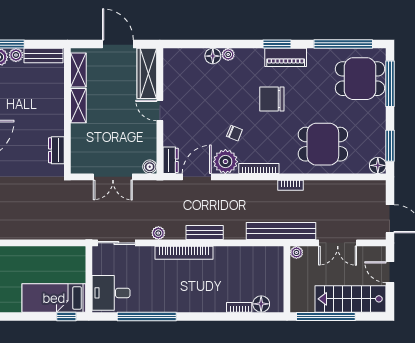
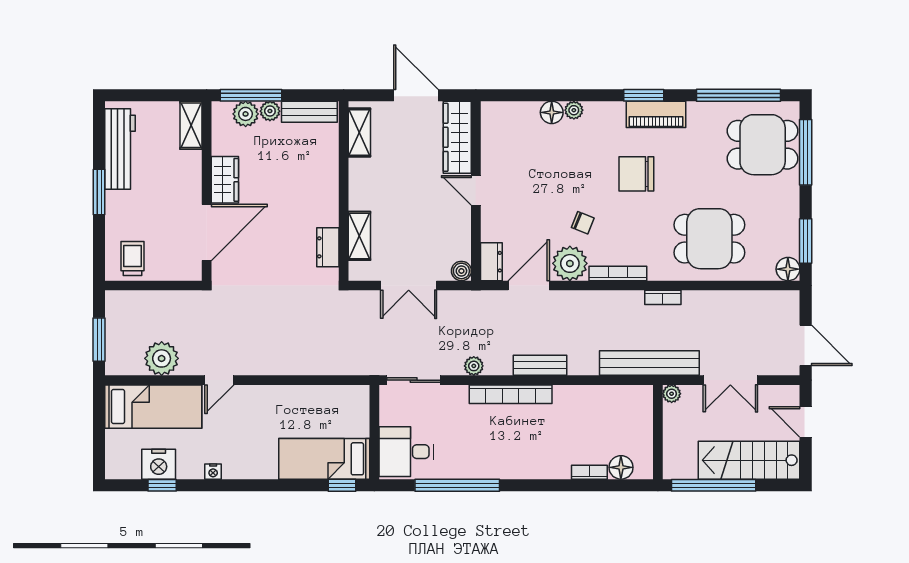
shelving: (78, 106) -> (359, 236), moved

